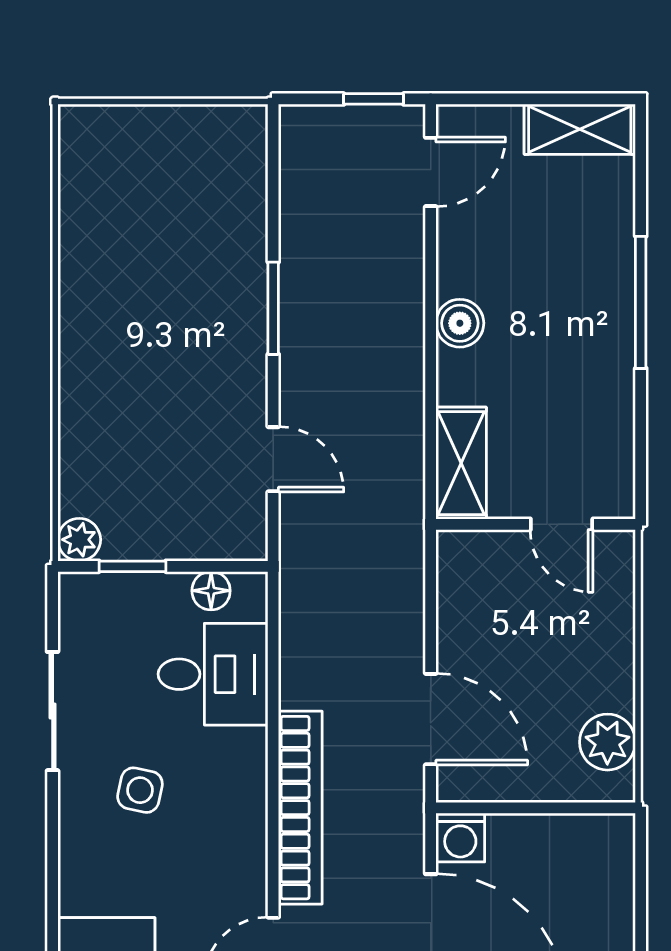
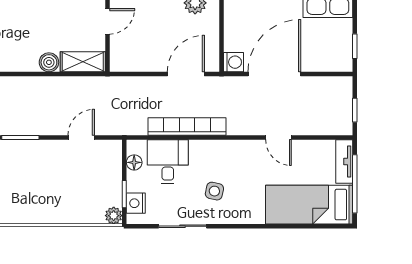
boiler: (460, 323) -> (49, 62), moved
nightstand: (110, 595) -> (136, 203), added
bookcase: (300, 808) -> (187, 127), moved

